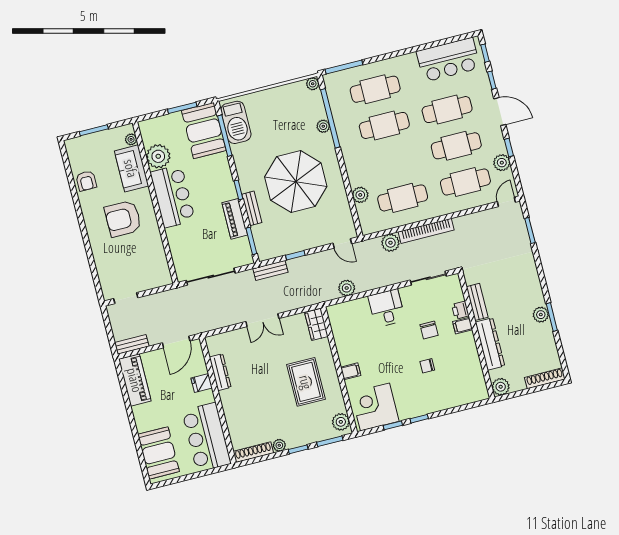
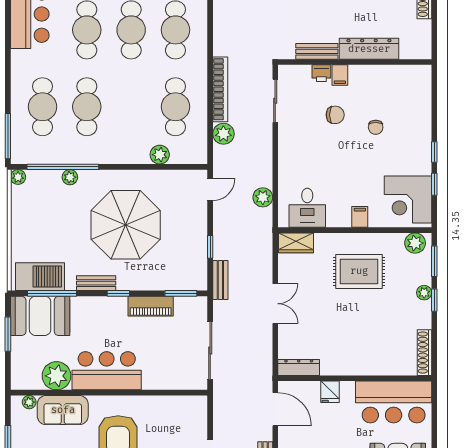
bench: (252, 208) -> (96, 283), moved
desk: (387, 308) -> (307, 208), moved, turned -90
dresser: (220, 372) -> (299, 367), moved
plant: (501, 387) -> (421, 49), removed
plant: (279, 445) -> (424, 293), moved

